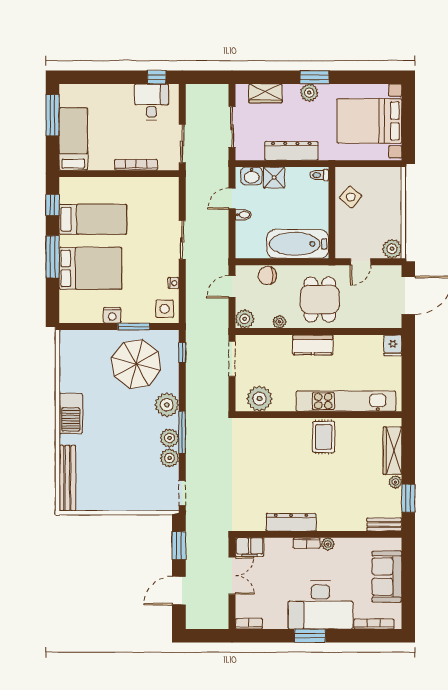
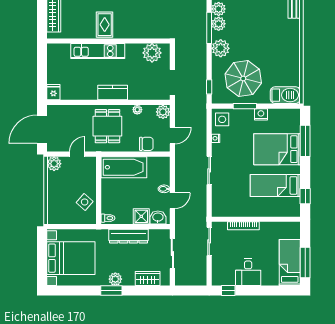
desk: (151, 102) -> (248, 272), moved
bed: (73, 139) -> (290, 262), moved, turned 180
window: (53, 257) -> (305, 141), moved
kitchen unit: (346, 401) -> (98, 51), width x0.73
barbecue: (71, 413) -> (285, 95), moved, turned 90

